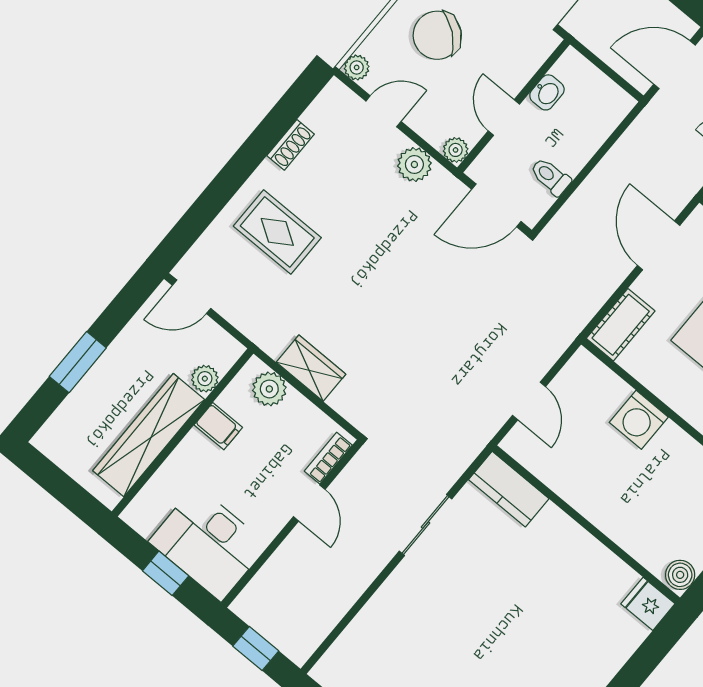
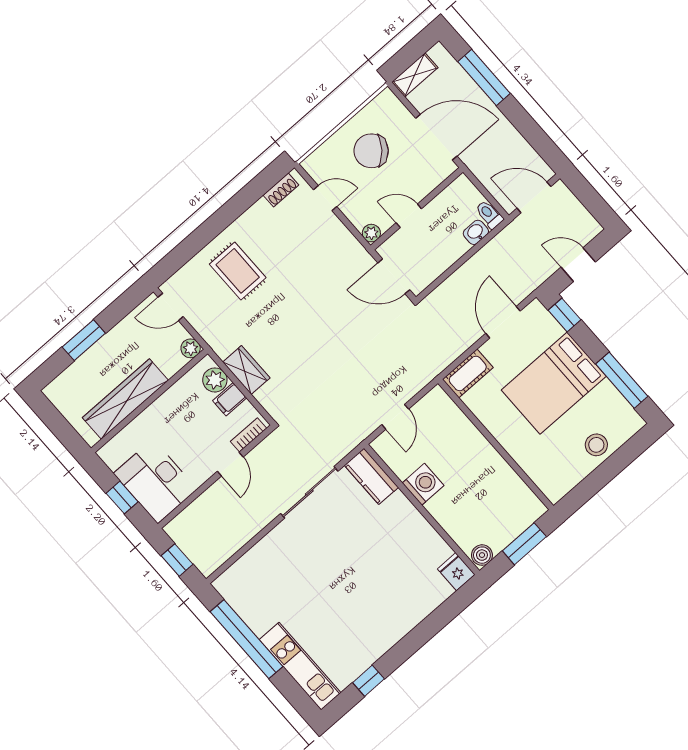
plant: (357, 67) -> (311, 165), removed
washbasin: (547, 92) -> (476, 232), moved, turned 180
door: (504, 118) -> (409, 216), hinge flipped
shoe rack: (291, 145) -> (281, 190), moved
plant: (414, 164) -> (341, 239), removed
toilet: (550, 177) -> (489, 214), moved
plant: (205, 379) -> (191, 348), moved
washing machine: (639, 420) -> (423, 484), moved, turned 180
filing cabinet: (218, 426) -> (230, 399), moved, turned 90
sliding door: (426, 525) -> (309, 492), width x1.37

